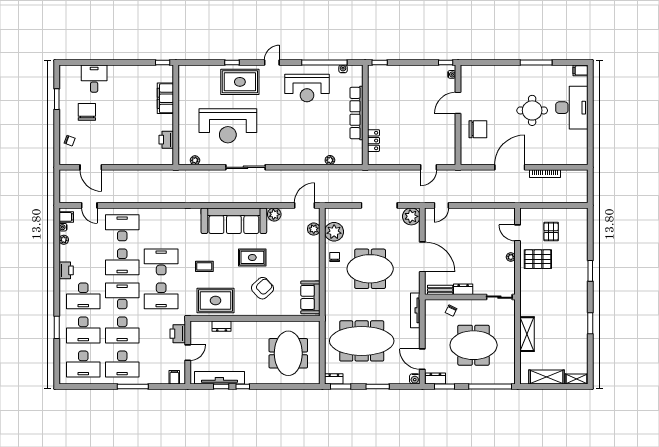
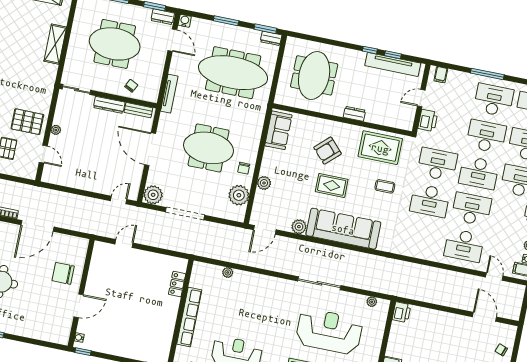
printer: (166, 140) -> (401, 312), moved
plant: (314, 229) -> (264, 183), moved
dresser: (463, 289) -> (109, 105), width x1.44
dresser: (222, 326) -> (354, 114), moved

